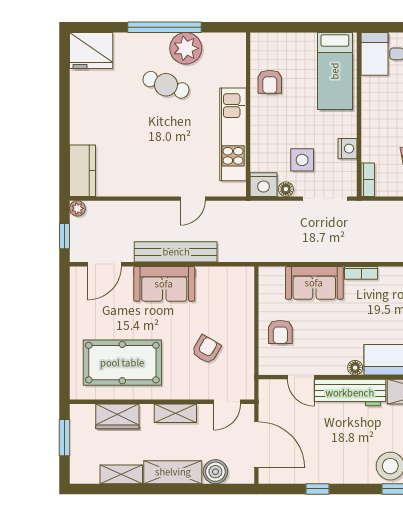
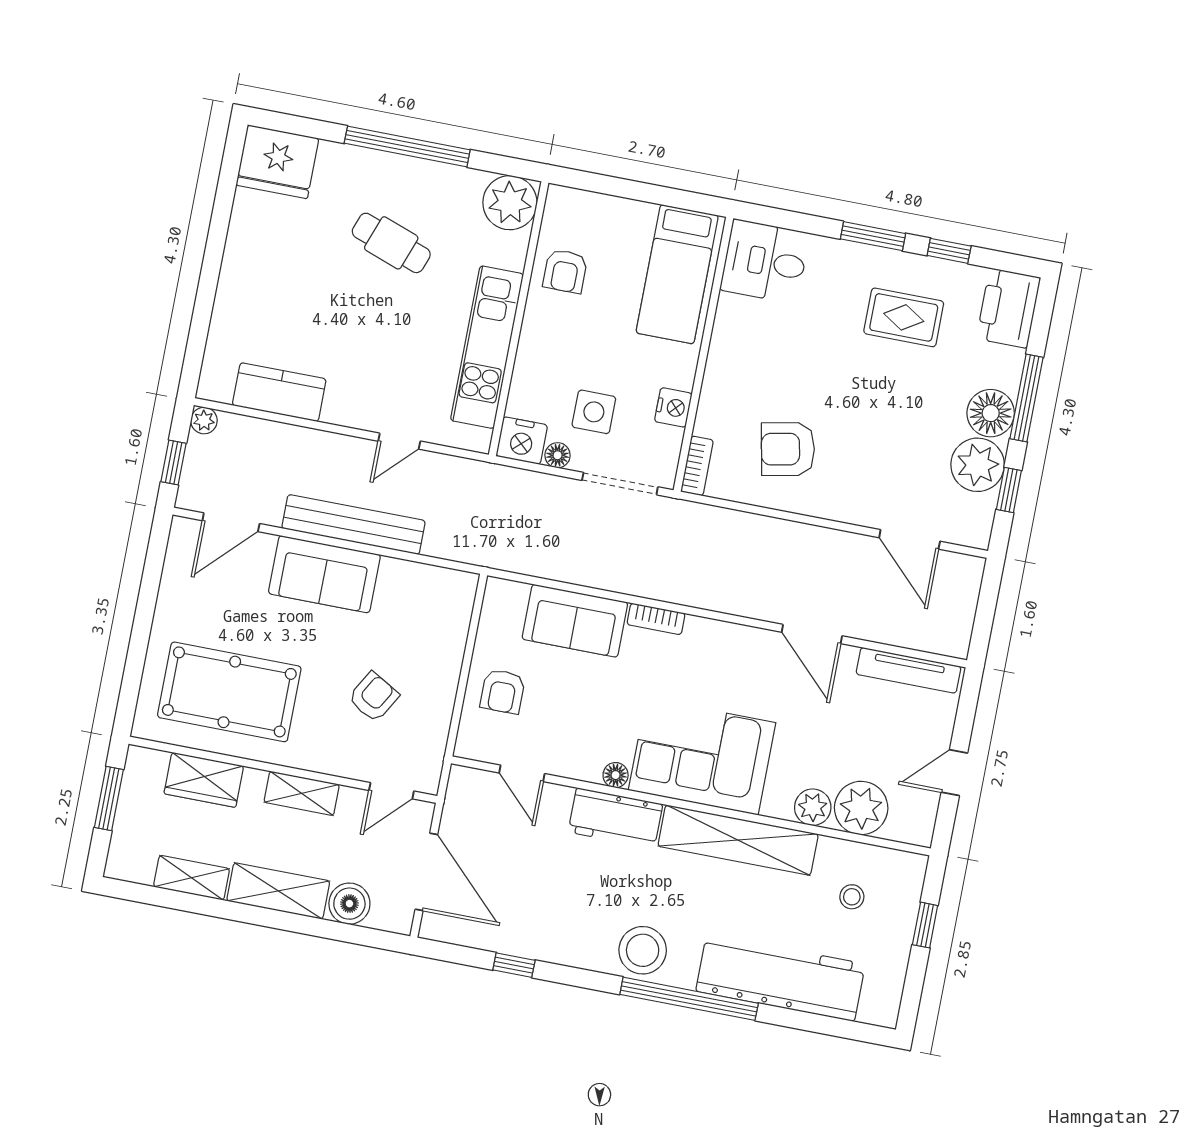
plant: (186, 48) -> (510, 203), moved
kitchen counter: (83, 171) -> (279, 392), moved, turned -90
workbench: (350, 393) -> (615, 818), width x0.73

